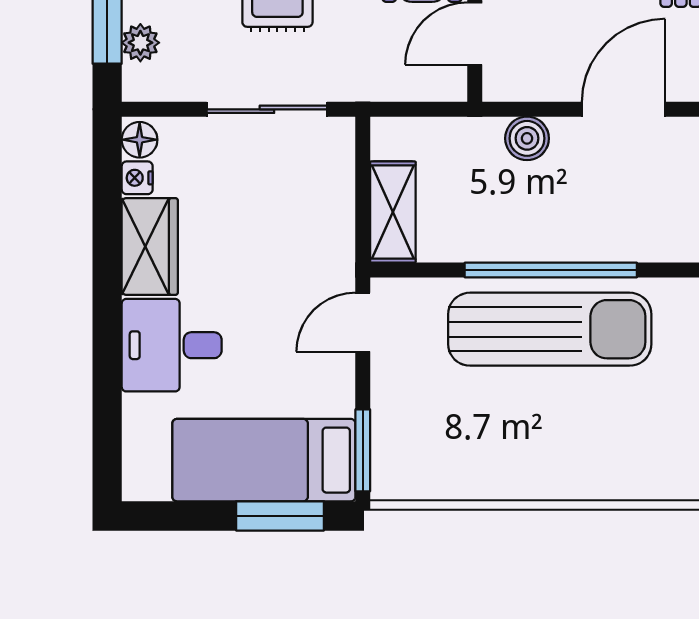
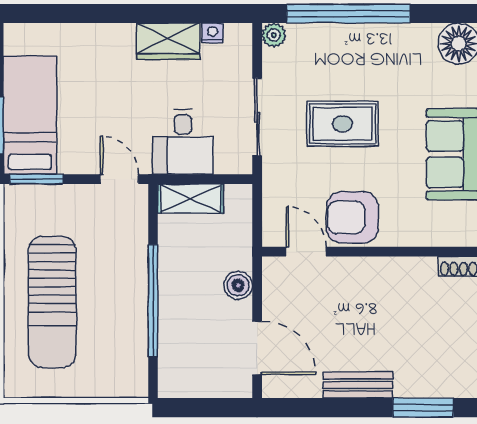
plant: (140, 43) -> (274, 35), moved
floor lamp: (140, 140) -> (237, 35), removed
sun lounger: (550, 329) -> (52, 302), moved
desk: (172, 345) -> (183, 142), moved, turned 180

